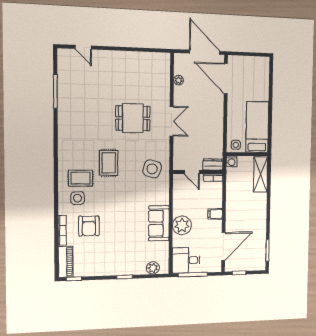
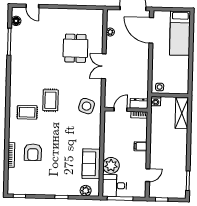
floor lamp: (63, 66) -> (16, 21), added
dining table: (133, 118) -> (75, 48), moved, turned 90
double door: (172, 121) -> (104, 66), swing flipped
bed: (257, 127) -> (180, 33), moved, turned 180
door: (192, 172) -> (121, 110), swing flipped
side table: (78, 198) -> (24, 129), removed
sofa: (159, 223) -> (91, 164), moved
plant: (182, 225) -> (111, 165), moved
door: (223, 246) -> (148, 175), width x0.53
piano: (66, 262) -> (13, 181), removed

